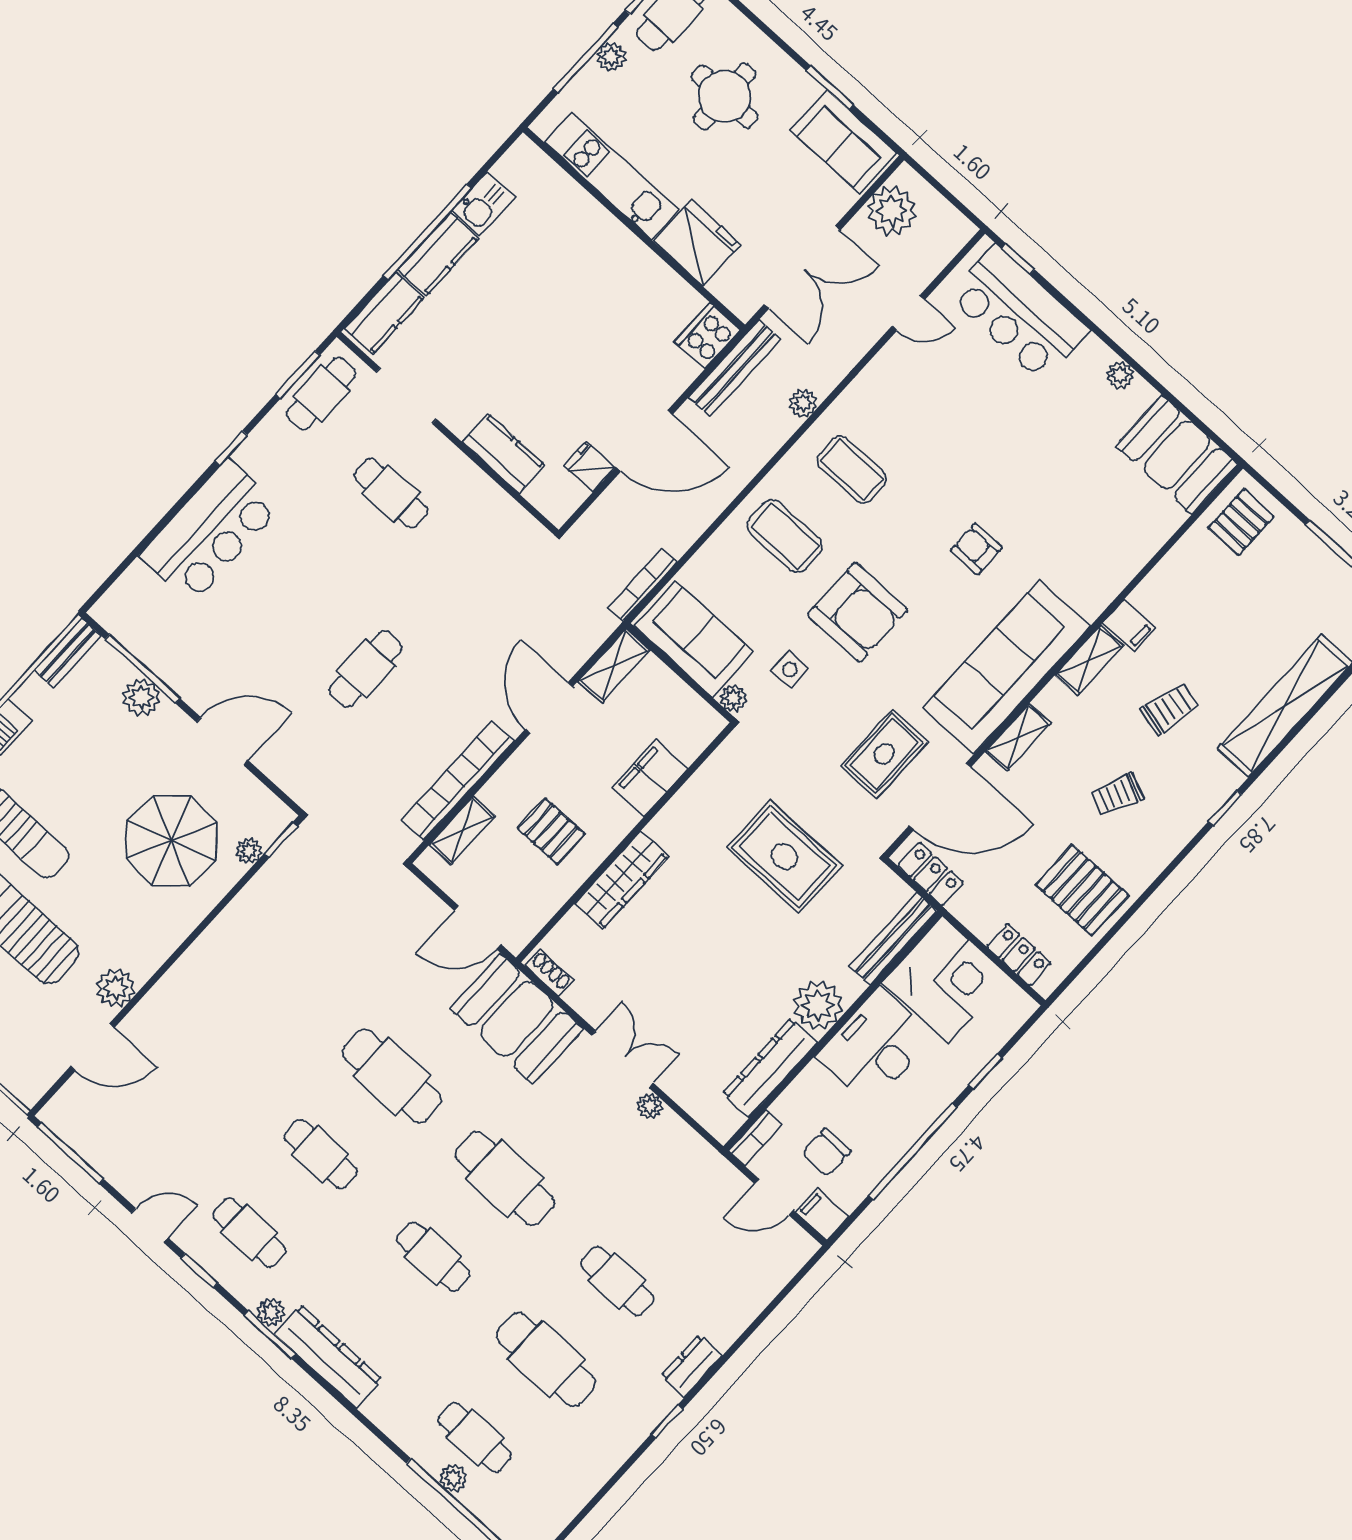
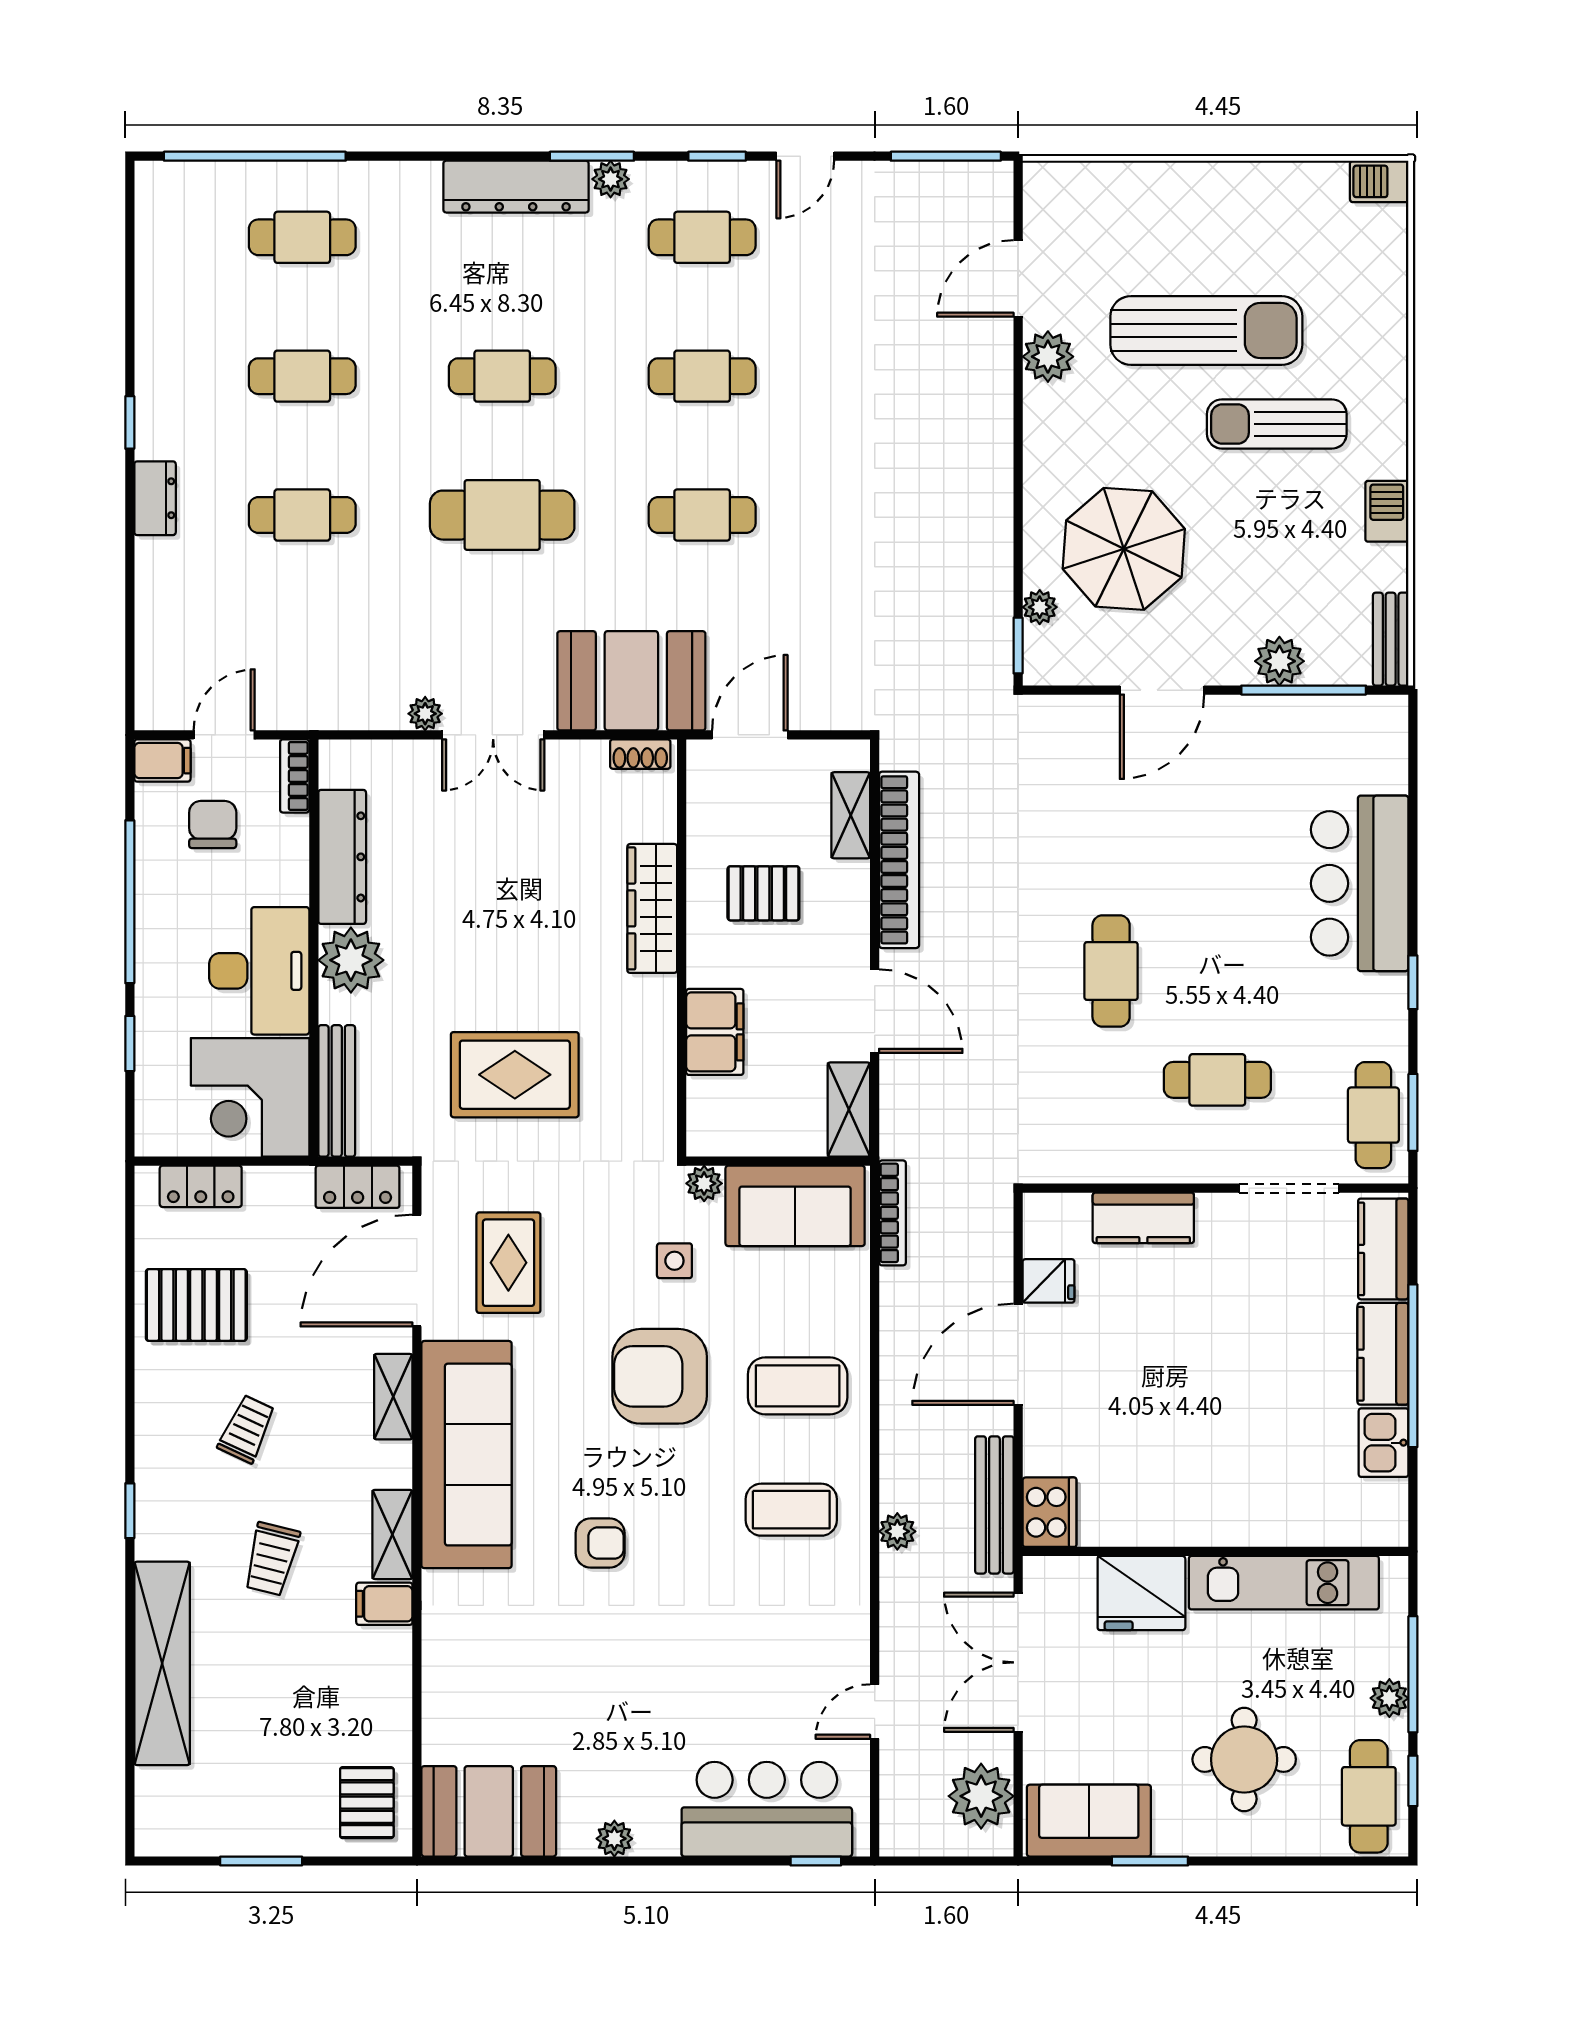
cafe table: (366, 669) -> (1111, 971), moved
cafe table: (392, 1076) -> (702, 515), width x0.73, depth x0.74
cafe table: (546, 1359) -> (302, 376), width x0.73, depth x0.74
plant: (453, 1478) -> (287, 179), removed

